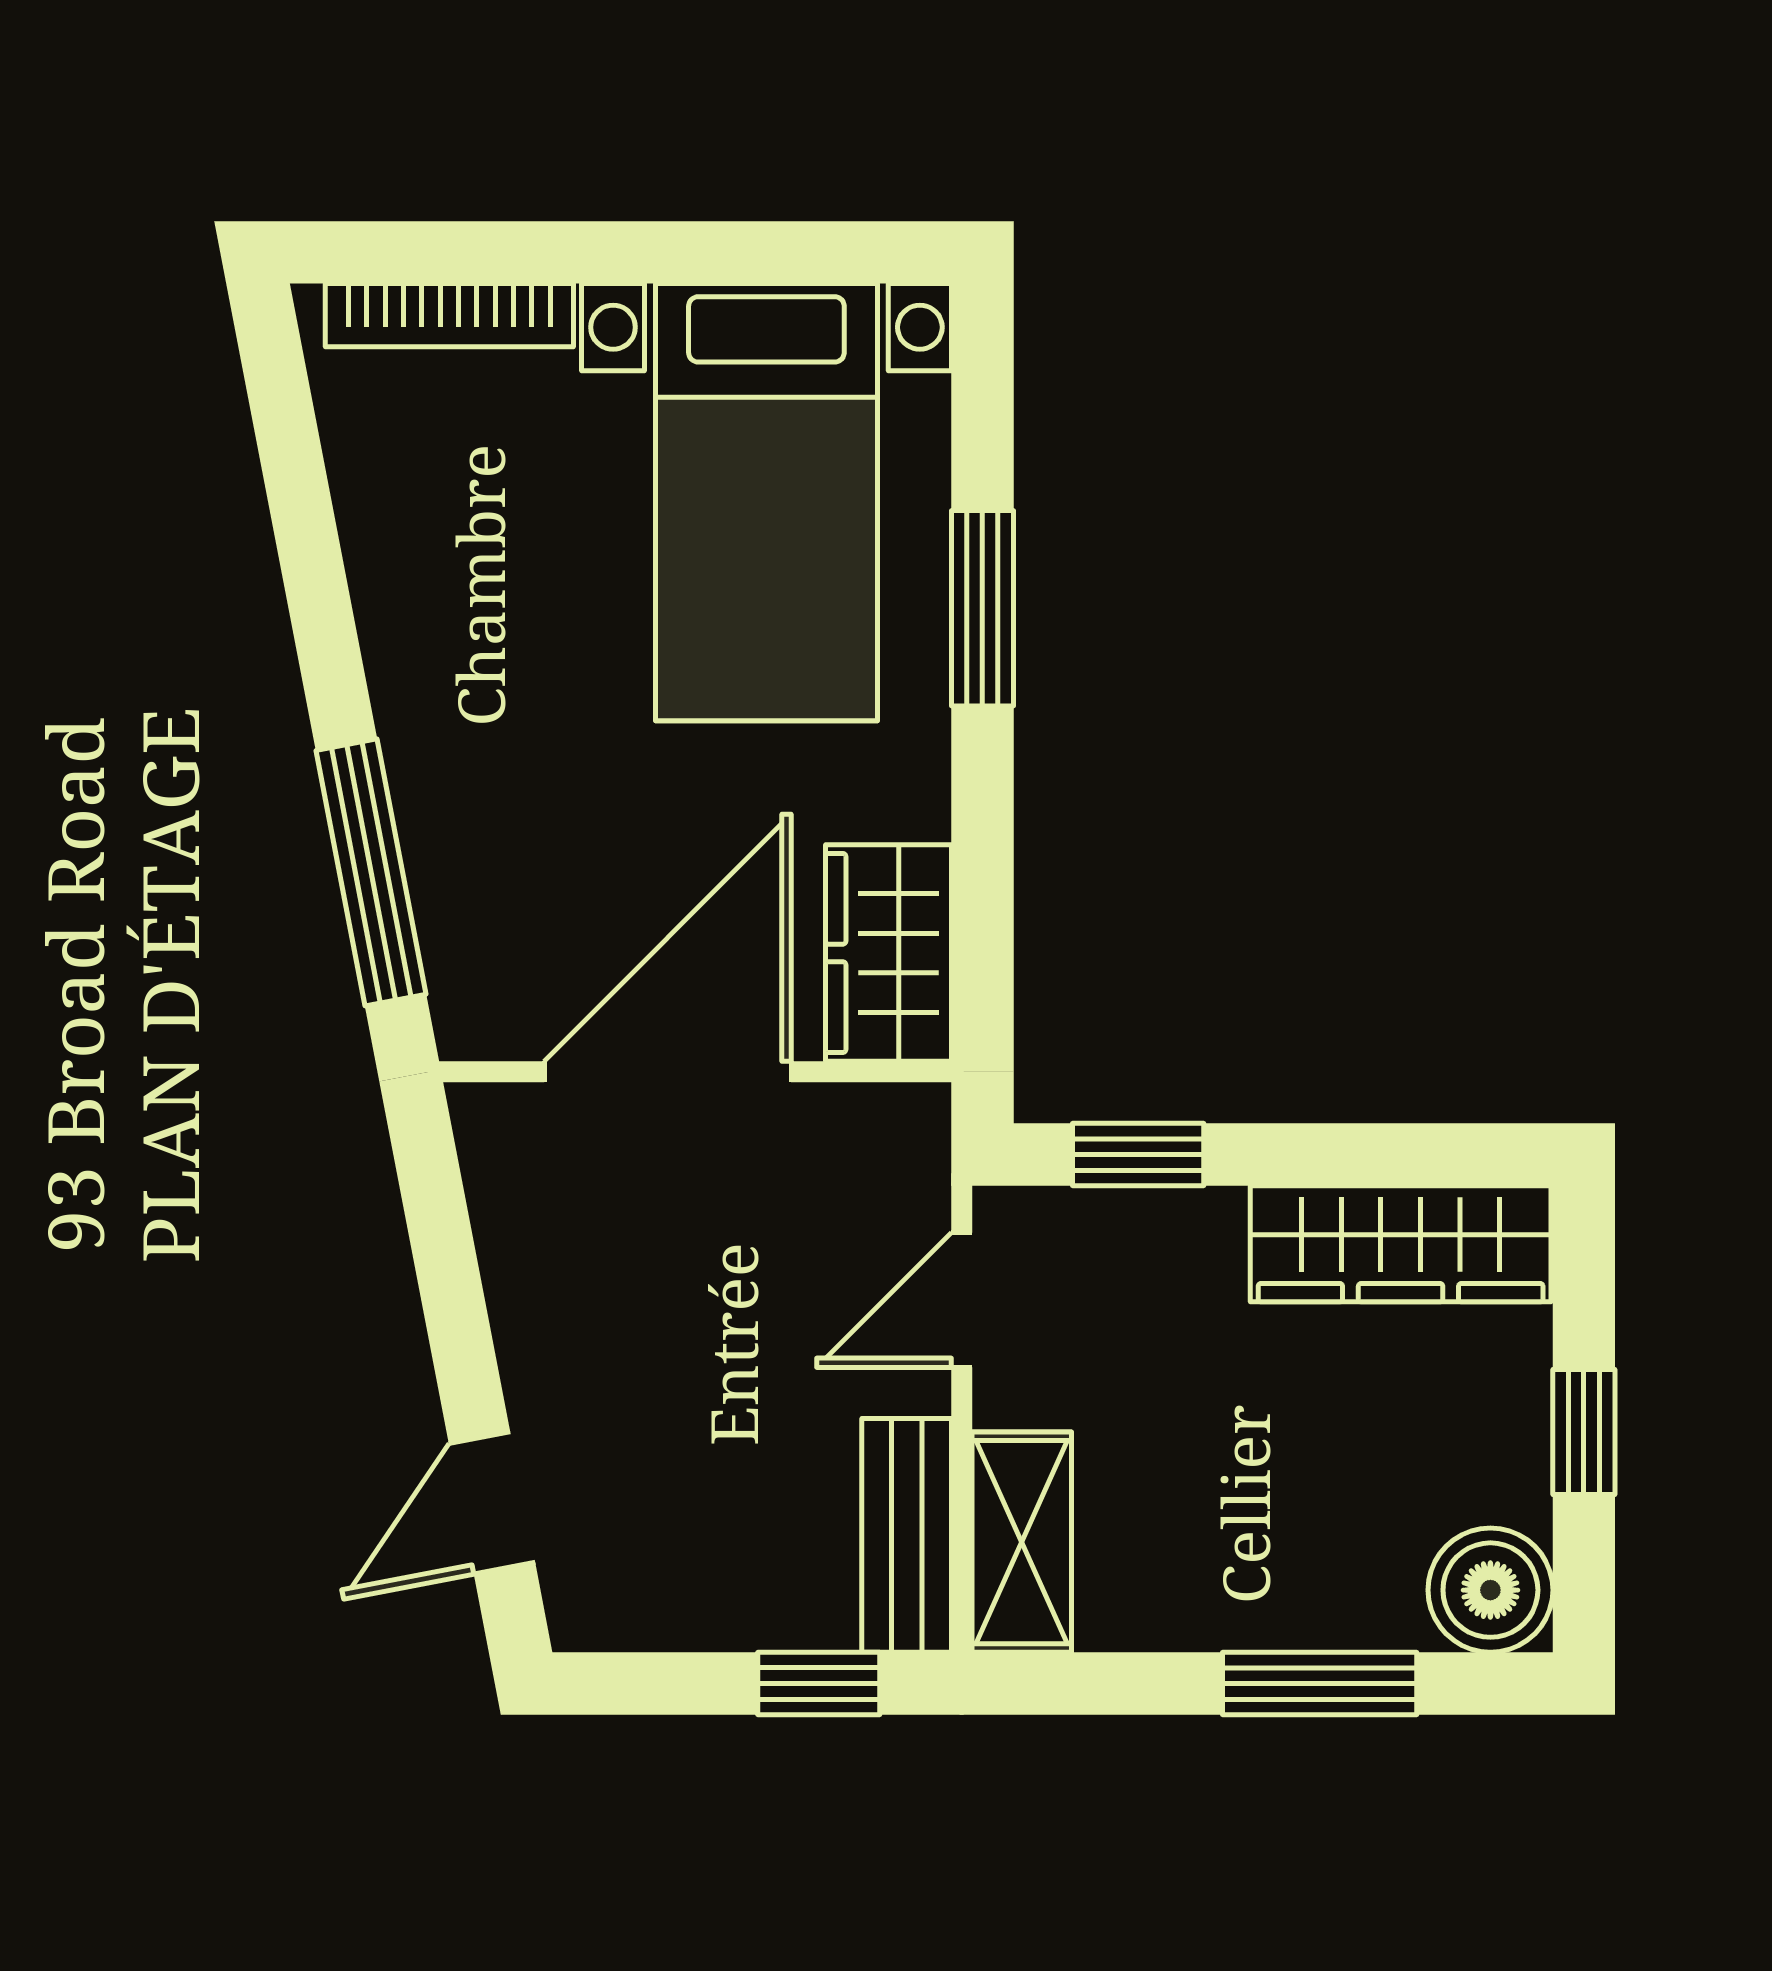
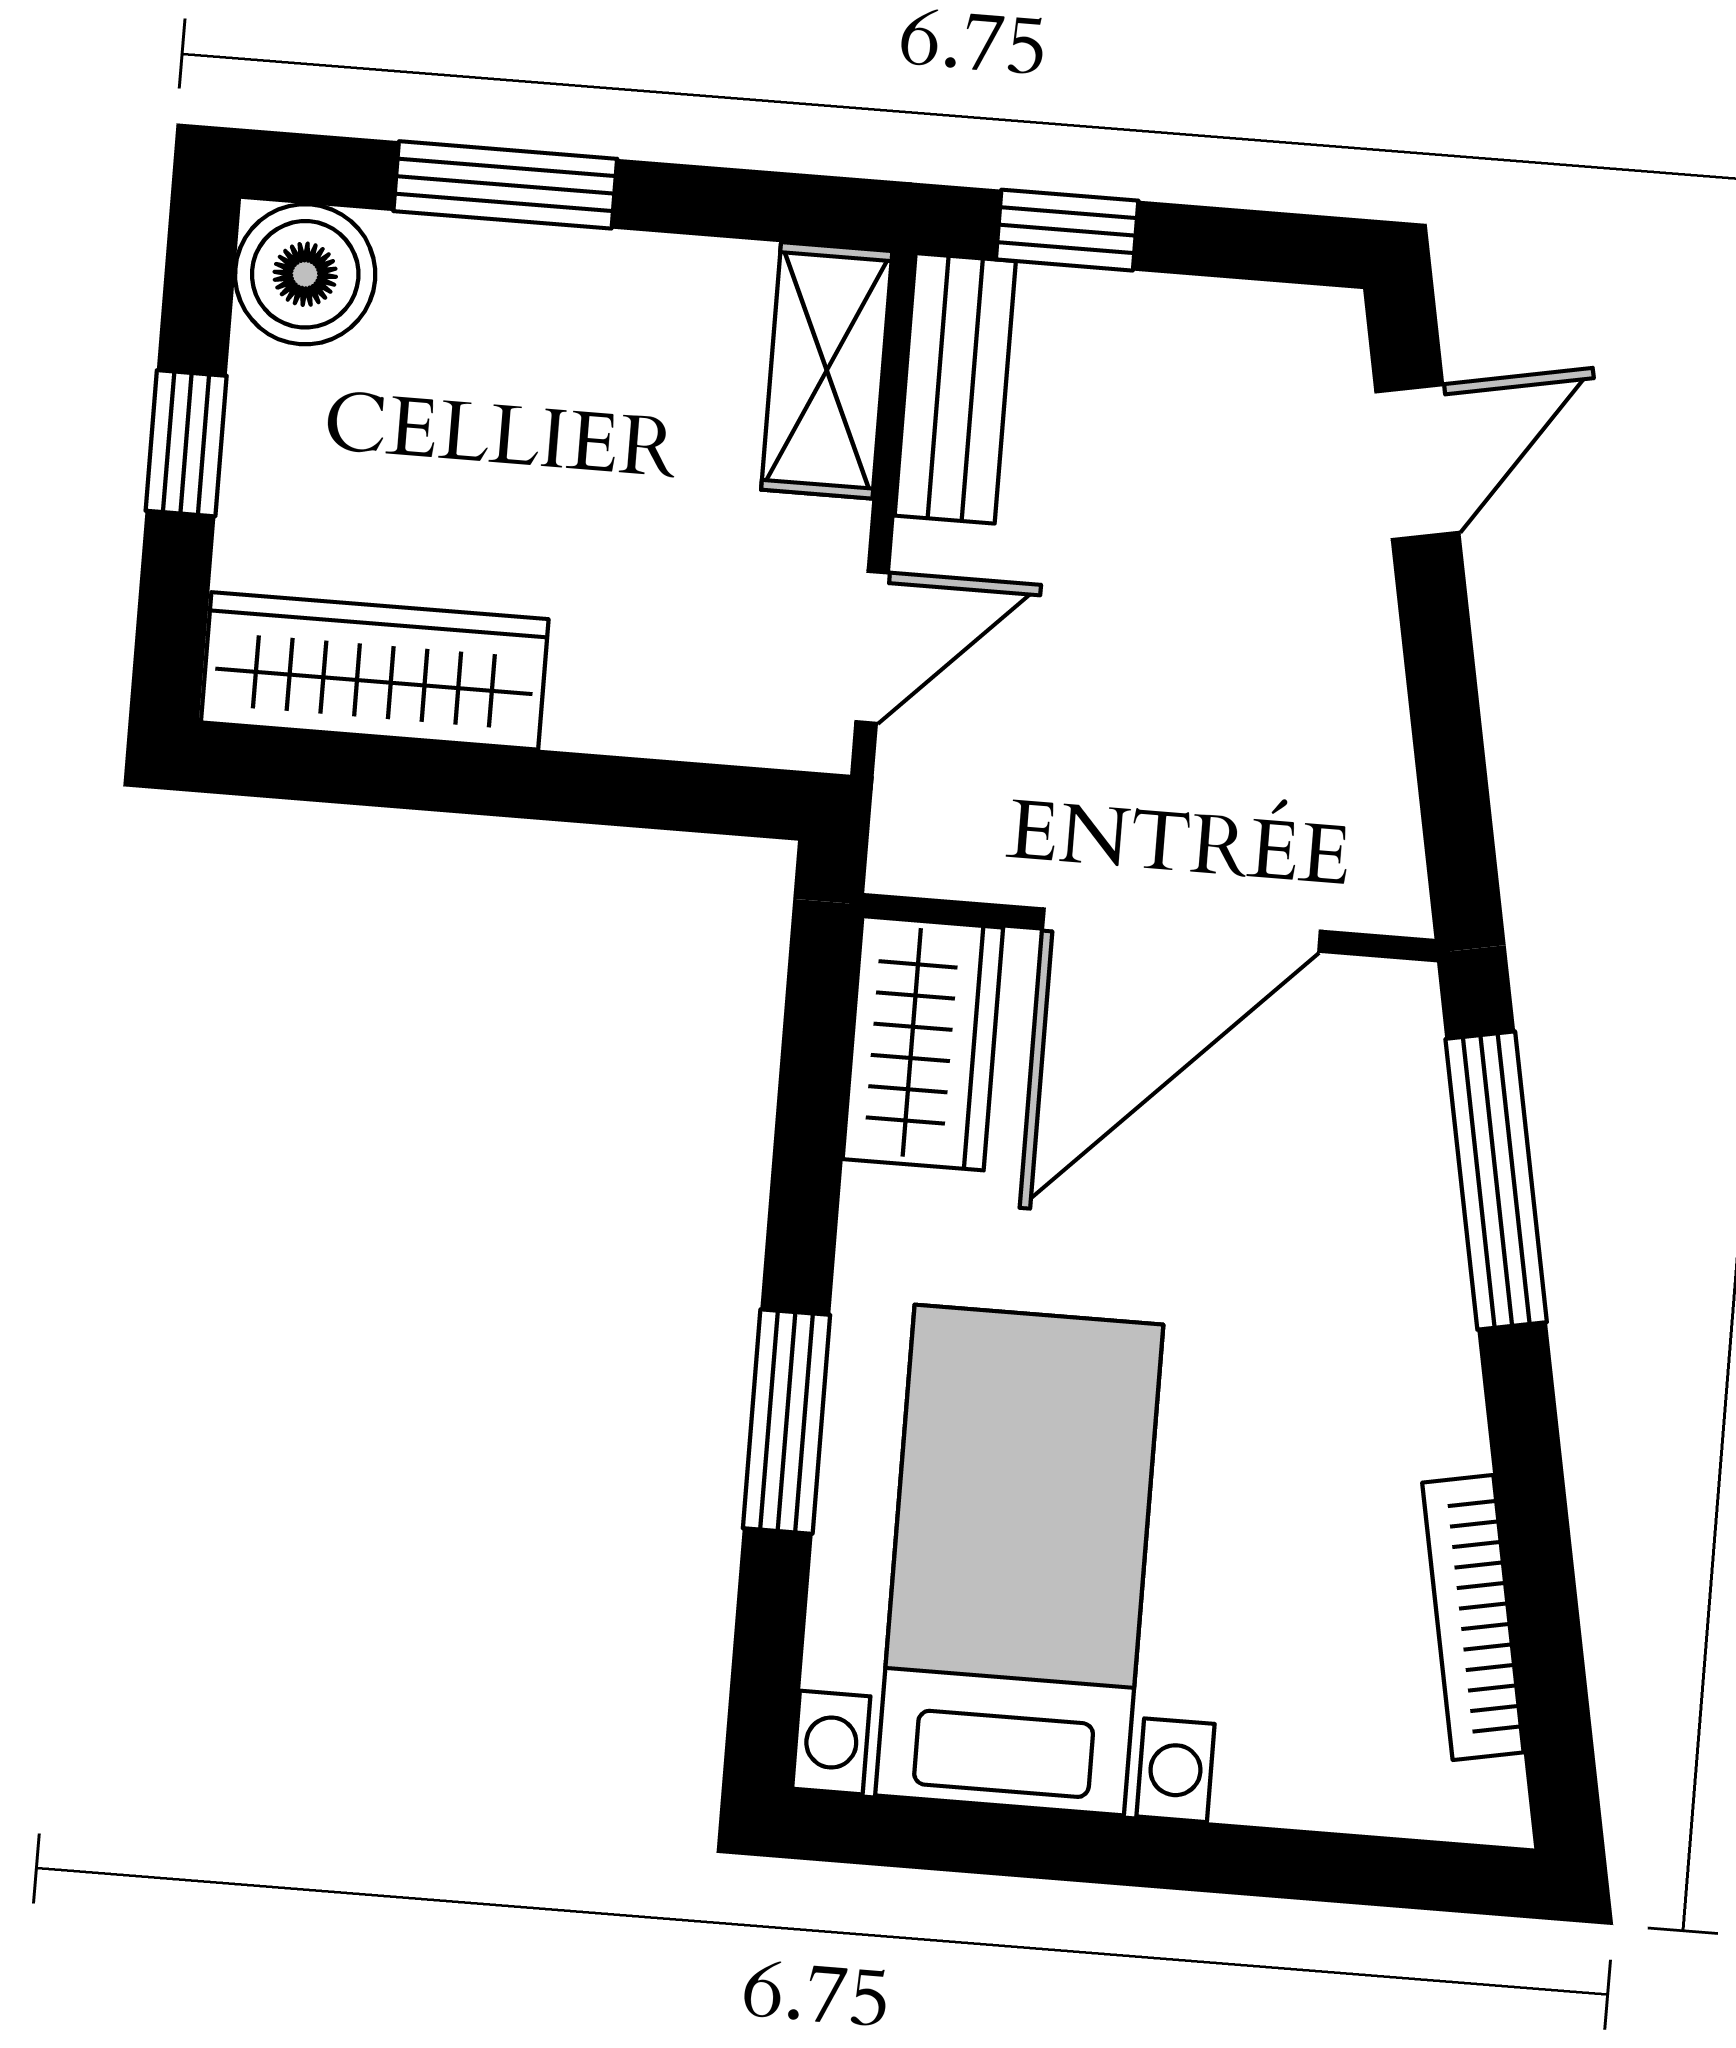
bookcase: (449, 315) -> (1473, 1617), moved, turned -101
window: (1138, 1155) -> (661, 795), removed

